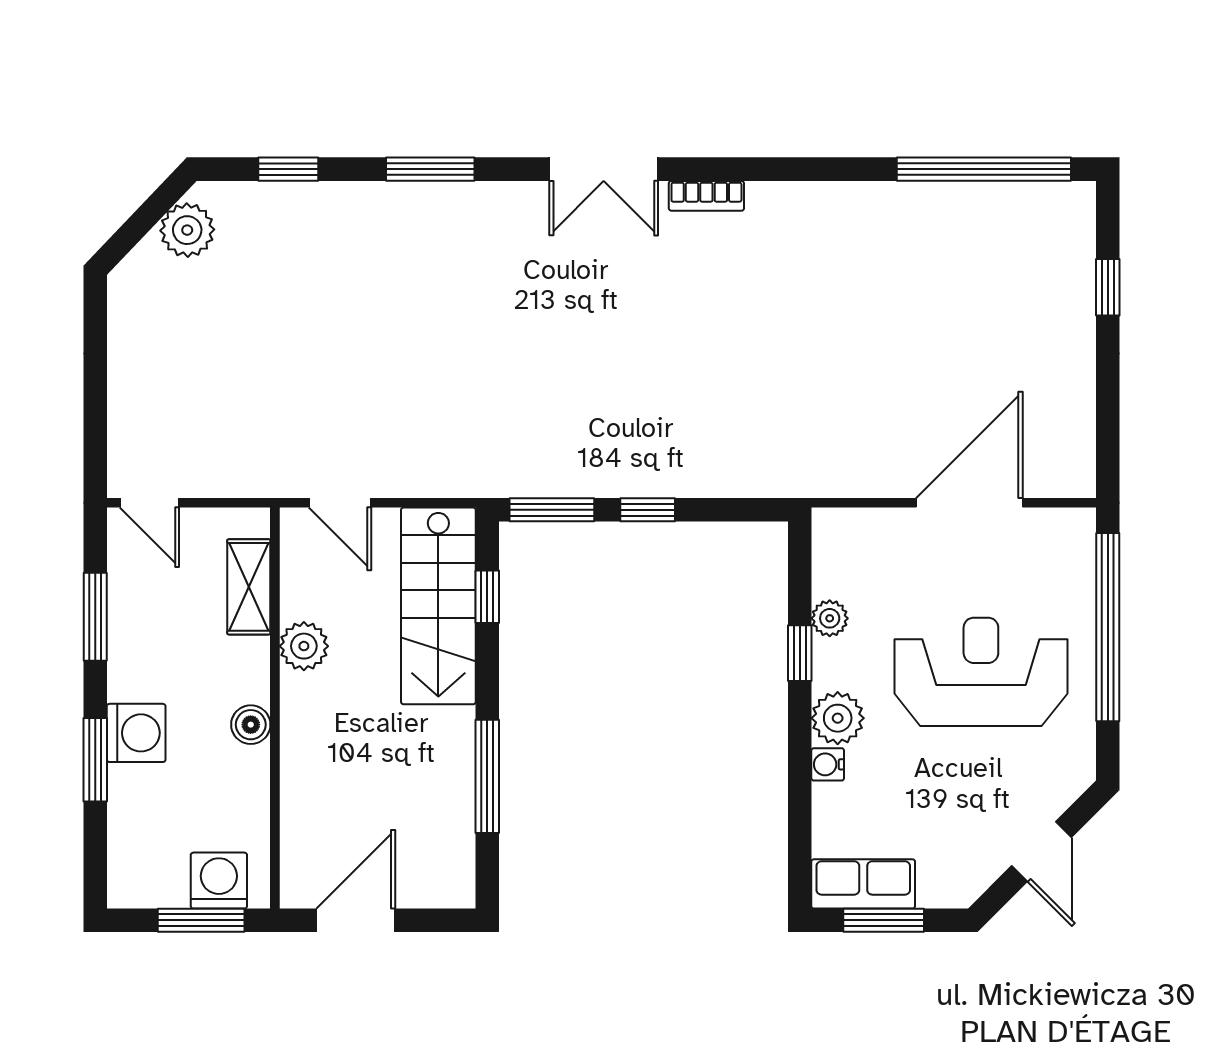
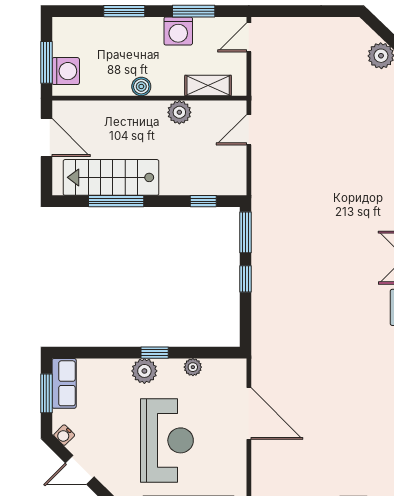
door: (969, 503) -> (249, 414), moved
stairs: (438, 606) -> (111, 177), moved
window: (800, 653) -> (155, 353), moved
washing machine: (136, 733) -> (178, 31), moved
water cooler: (828, 764) -> (64, 435), moved, turned -135

